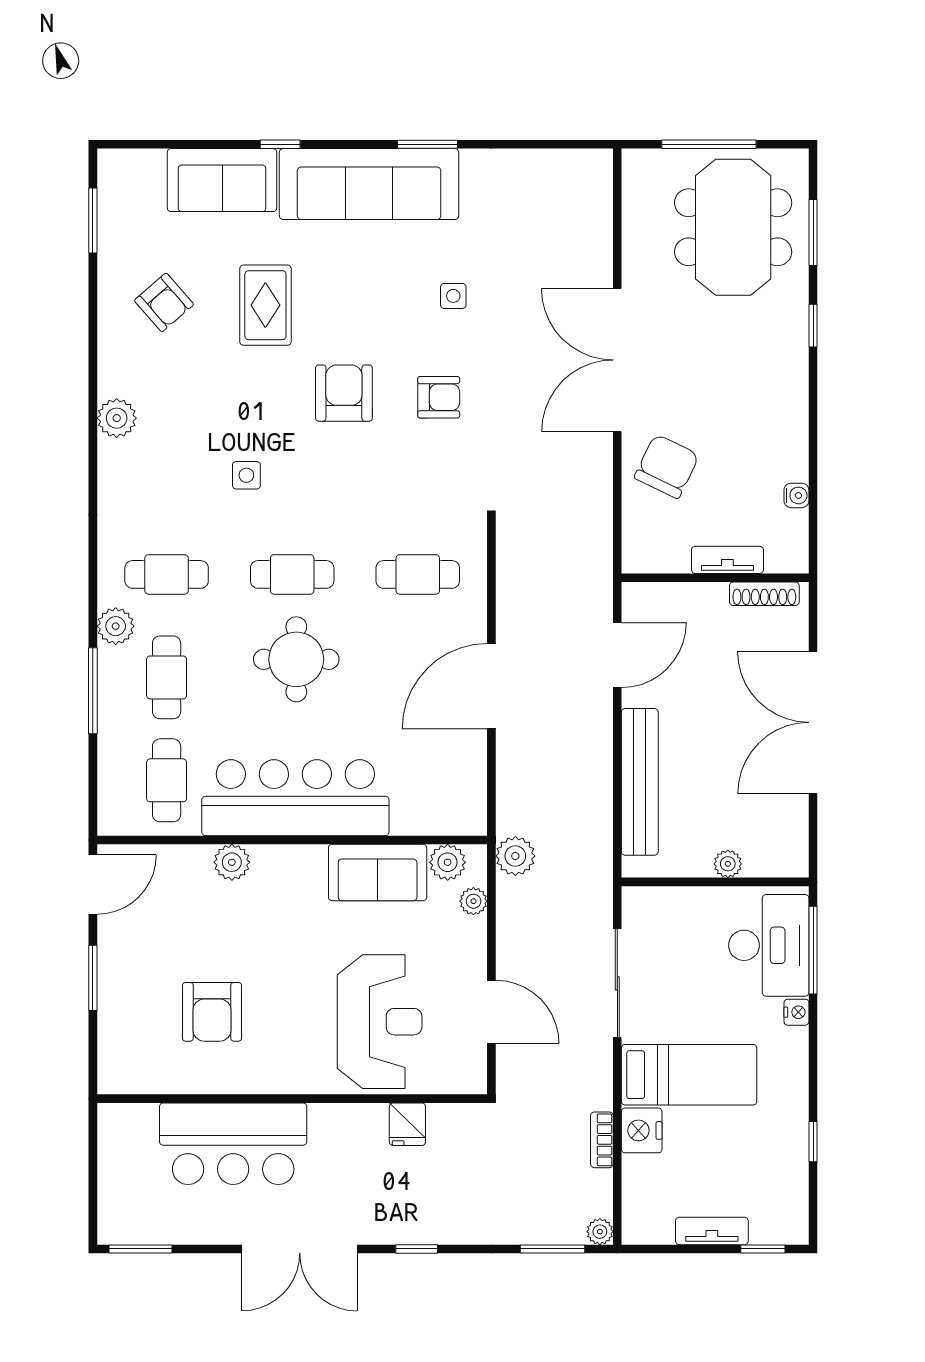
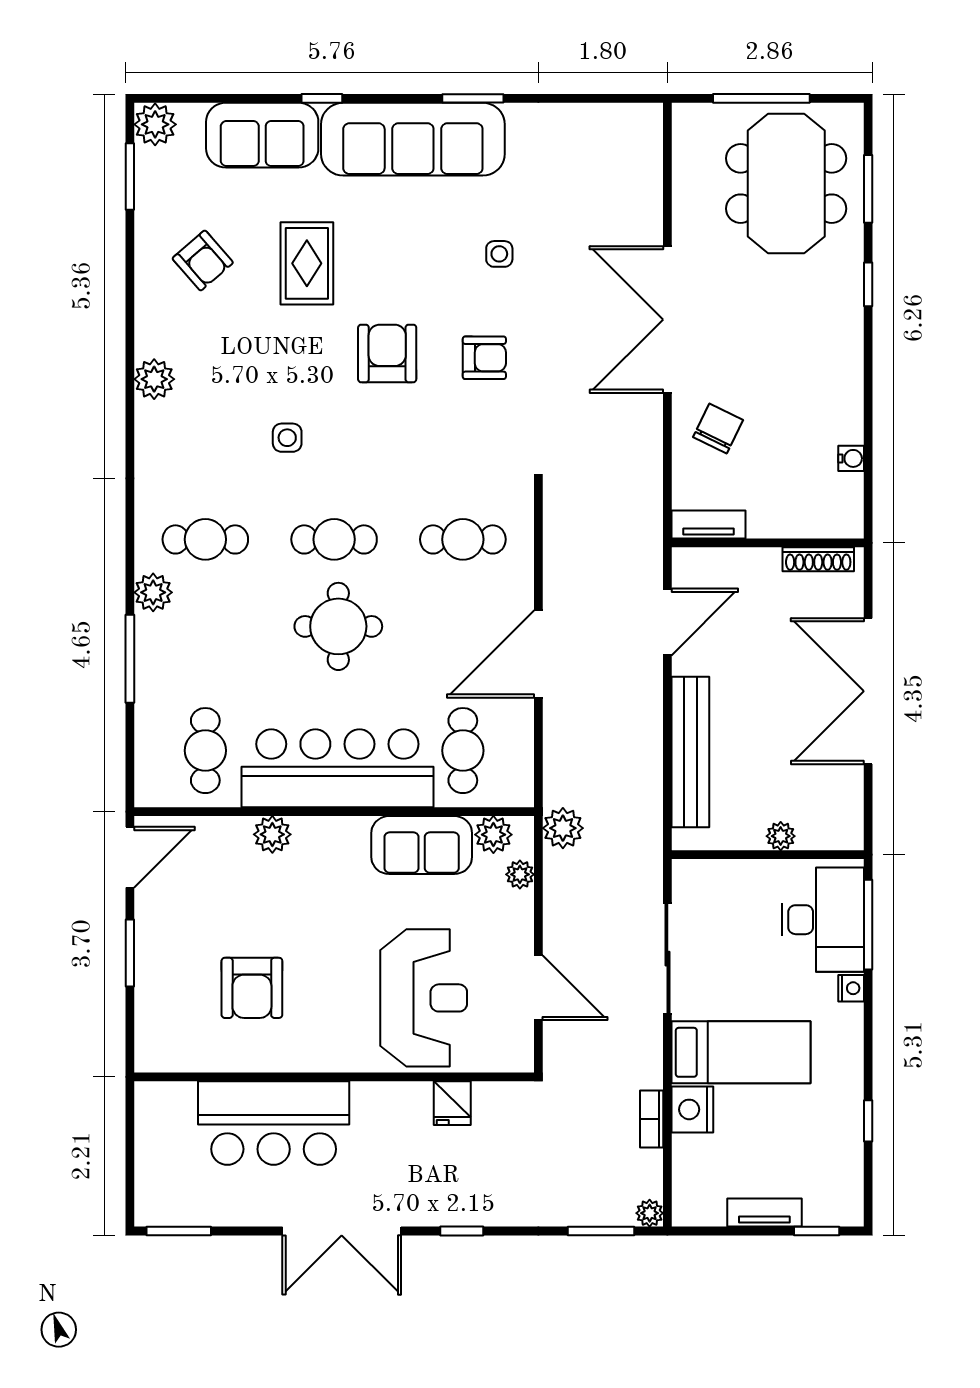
plant: (118, 170) -> (155, 124), added
chair: (667, 466) -> (718, 429), width x0.73, depth x0.73
tv unit: (727, 560) -> (709, 524), moved
cafe table: (167, 677) -> (463, 751), moved

